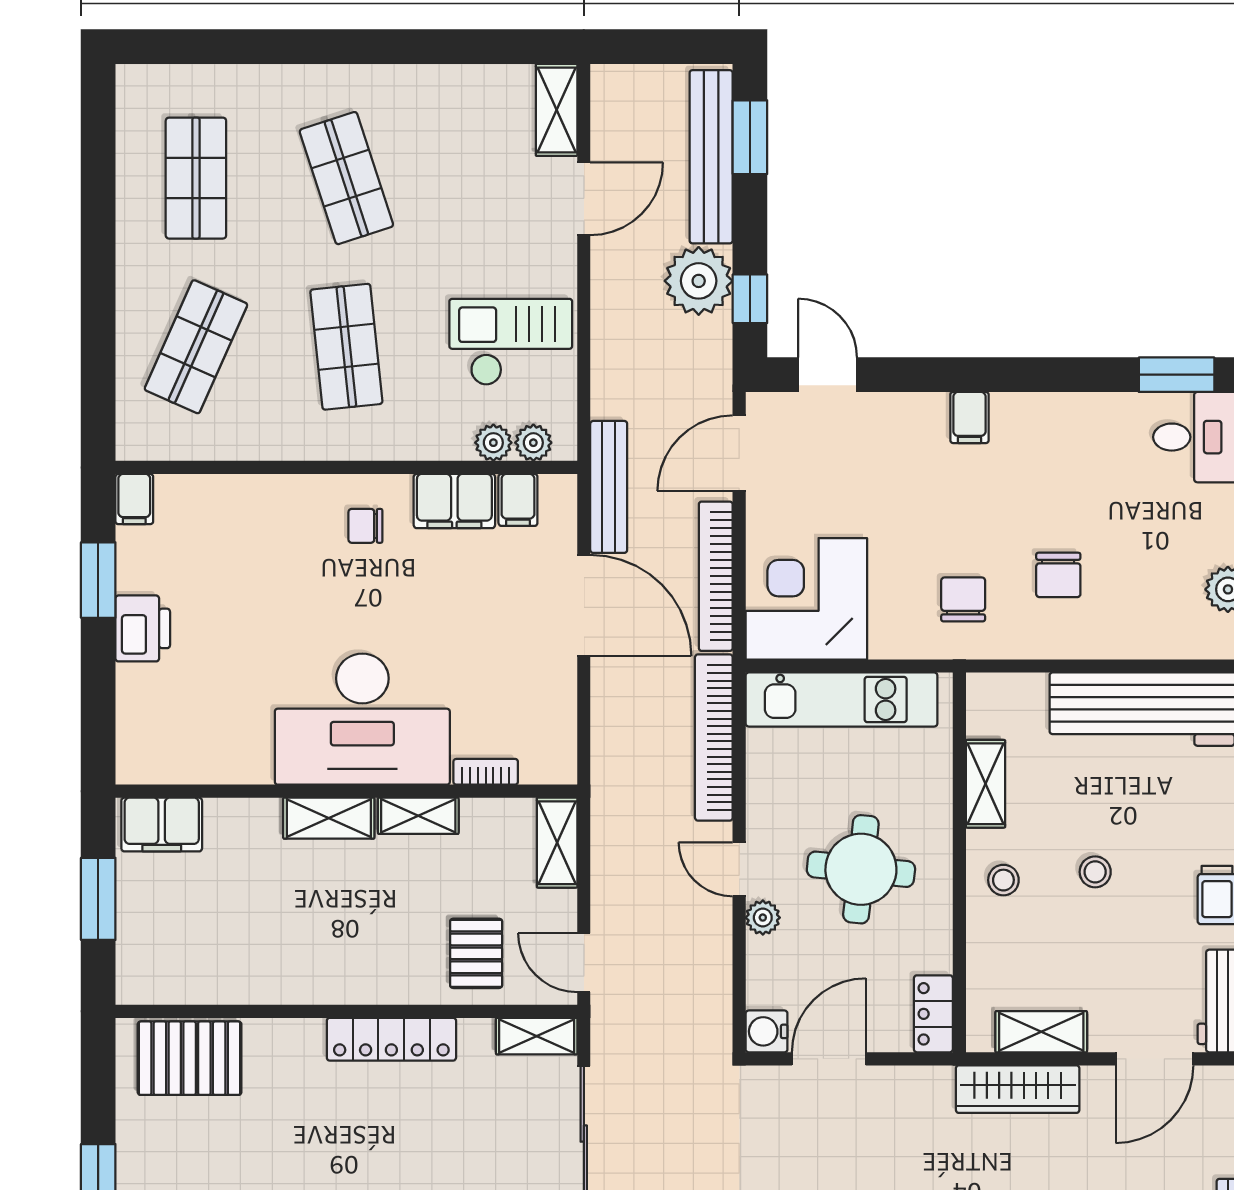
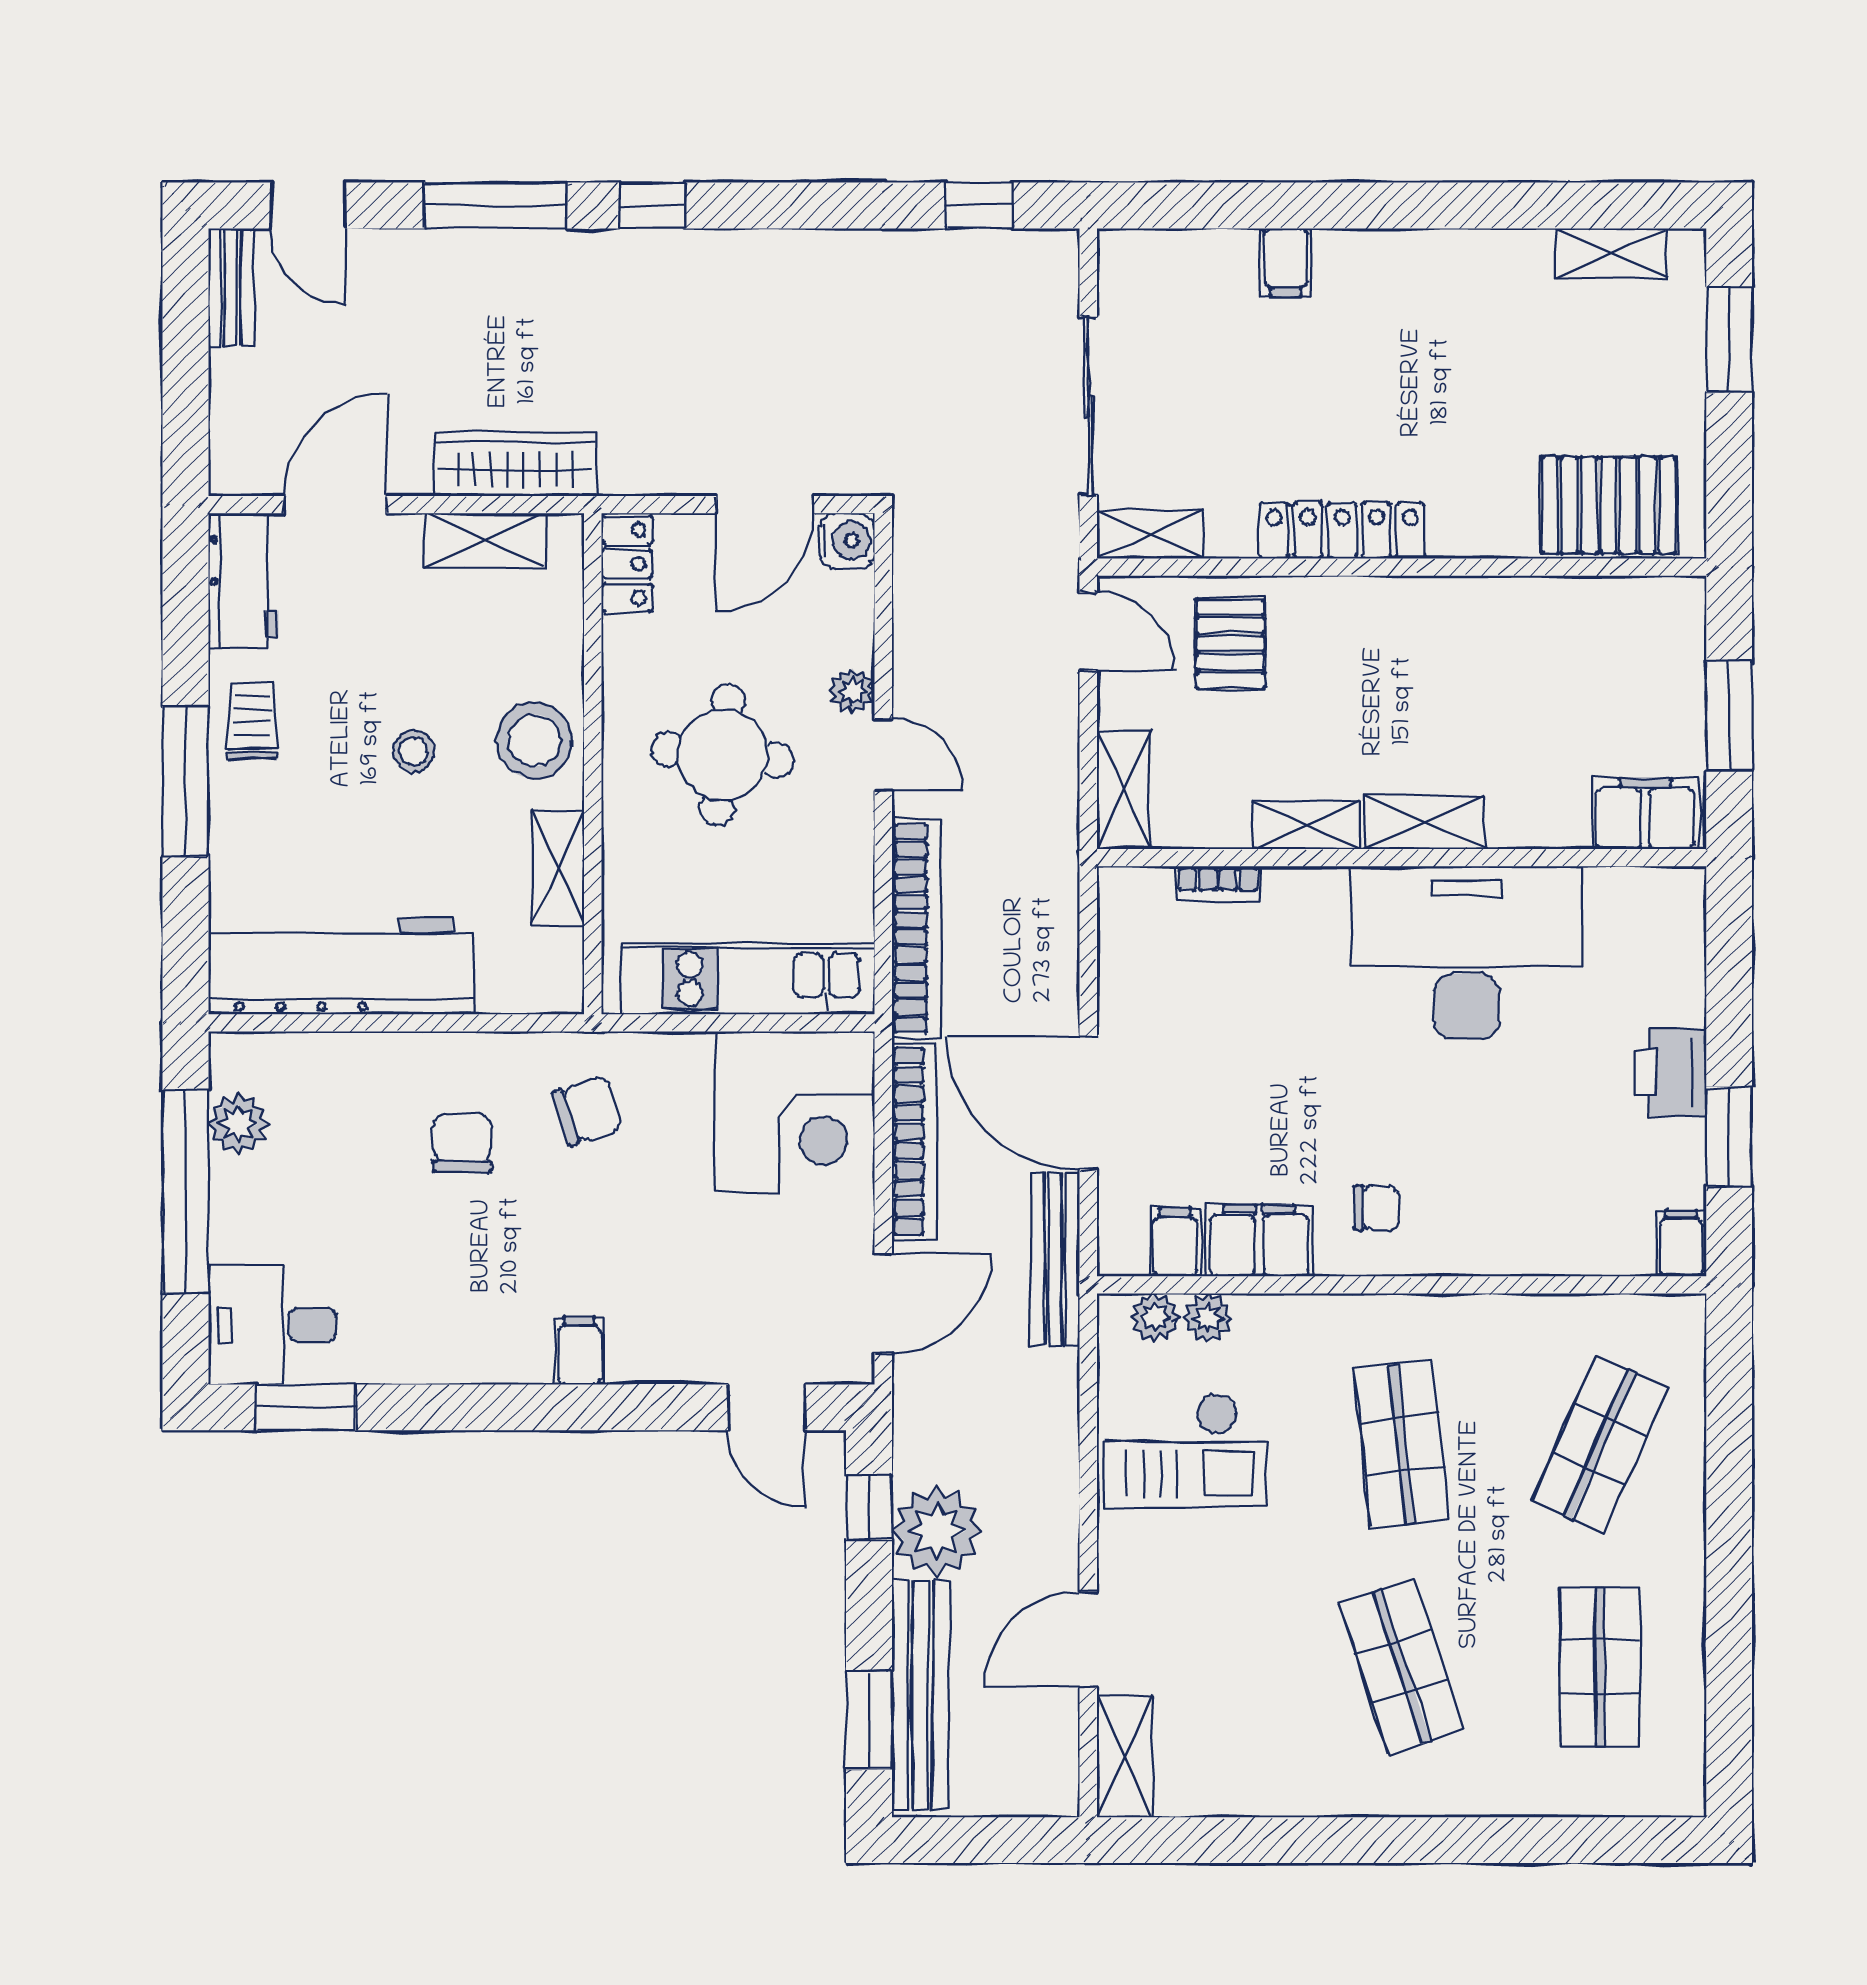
chair: (963, 599) -> (588, 1111), turned -108
desk: (362, 719) -> (1467, 953), moved
stool: (1003, 880) -> (535, 740), width x1.89, depth x1.89

